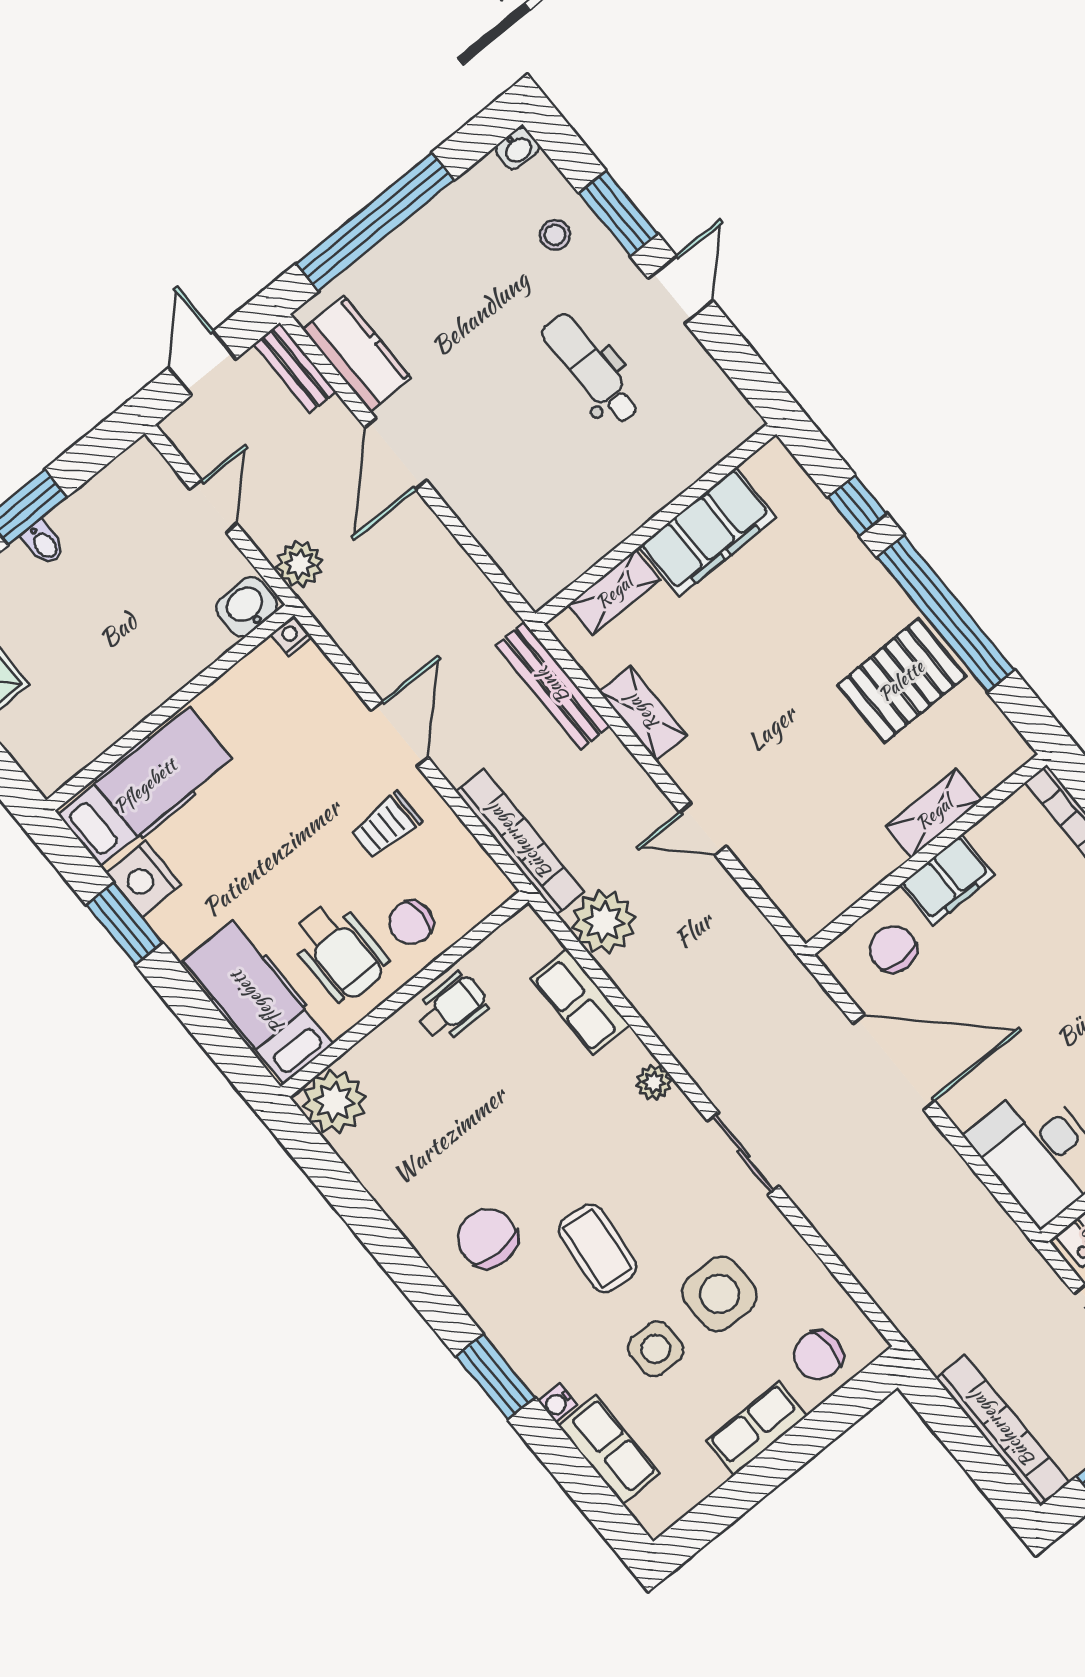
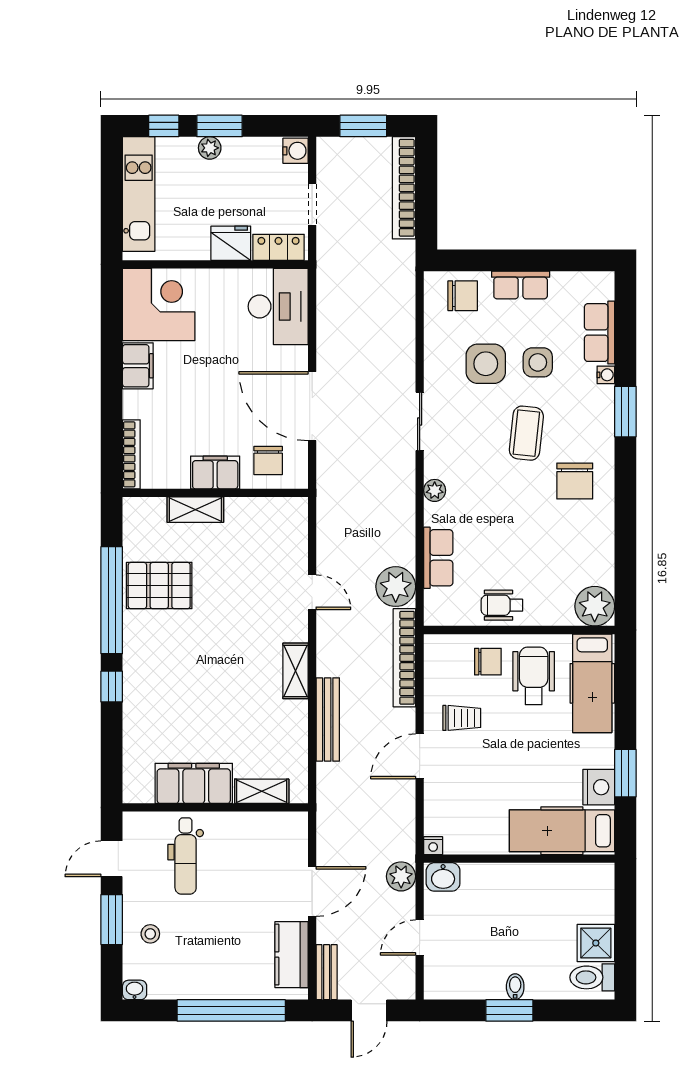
wall: (656, 524) -> (215, 807), moved
filing cabinet: (707, 532) -> (194, 783), moved
shelving: (614, 592) -> (262, 791), moved

